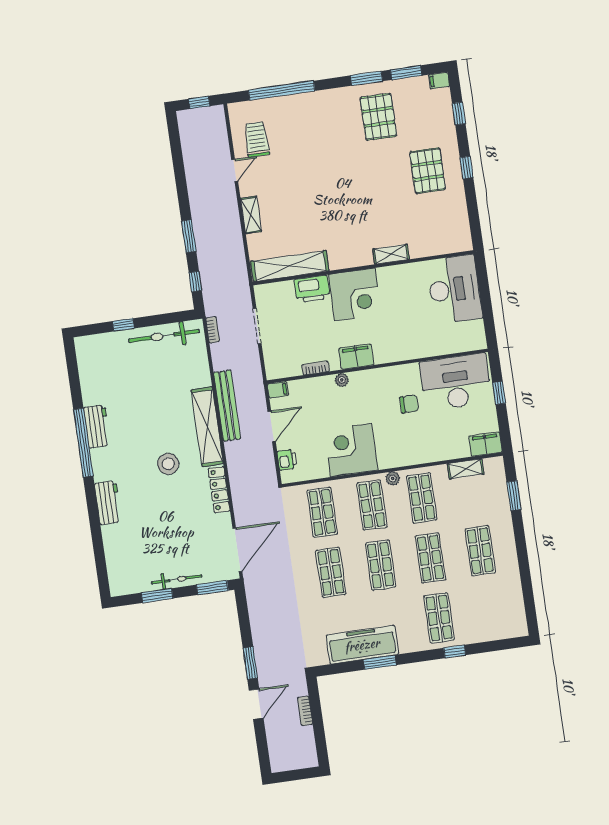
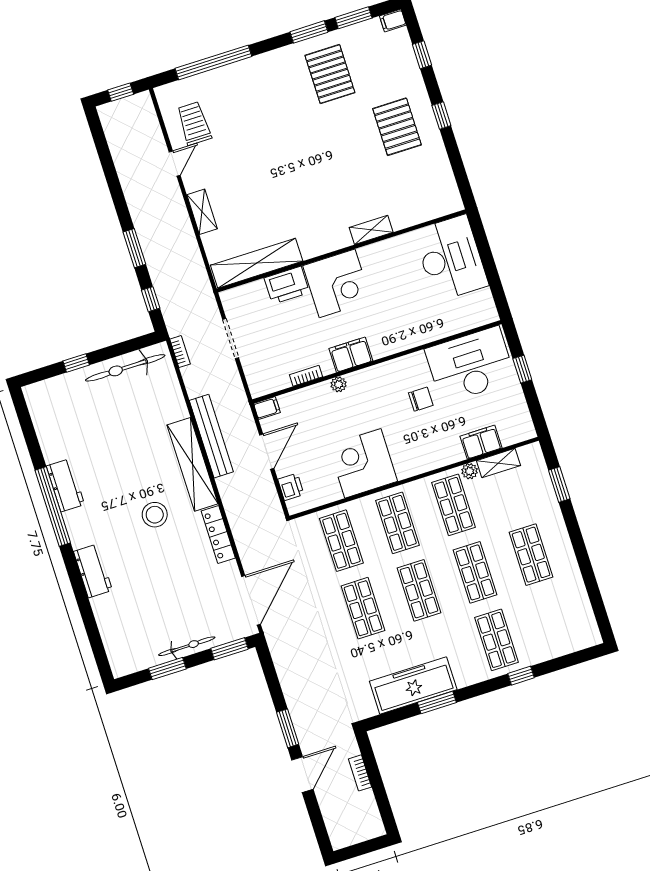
filing cabinet: (486, 444) -> (481, 442), moved
plant: (393, 478) -> (470, 471), moved

